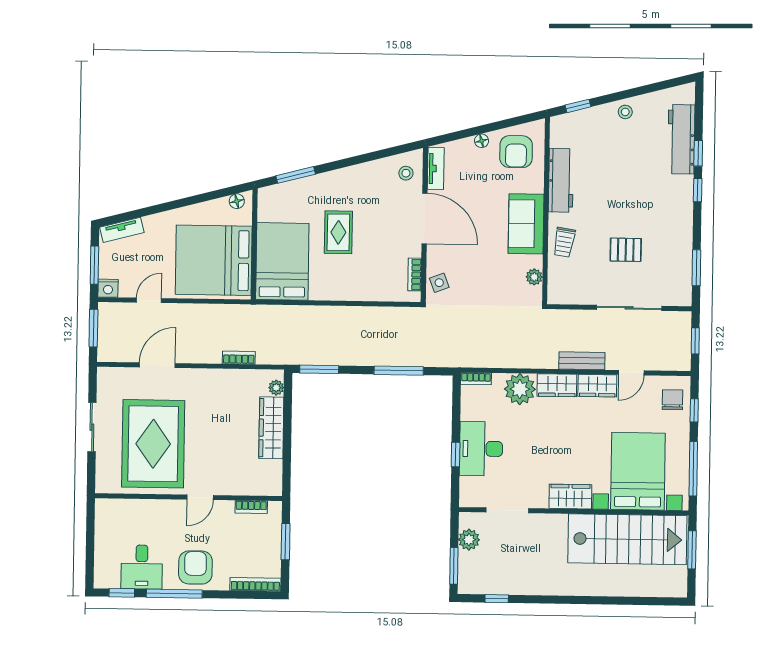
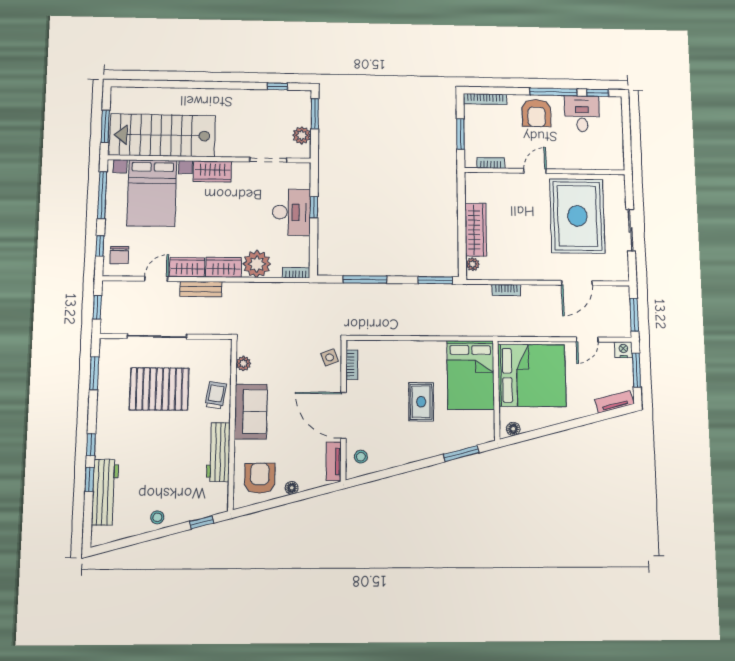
pallet: (626, 250) -> (159, 389), width x2.05, depth x2.00

